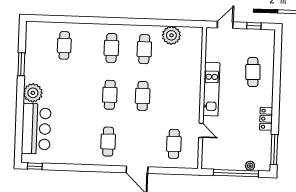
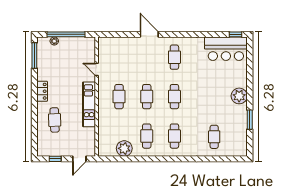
locker: (266, 119) -> (42, 91), moved
bar counter: (36, 129) -> (226, 49), moved, turned -90
cafe table: (174, 144) -> (119, 97), moved

